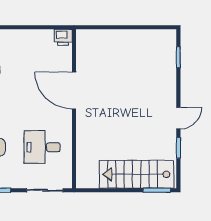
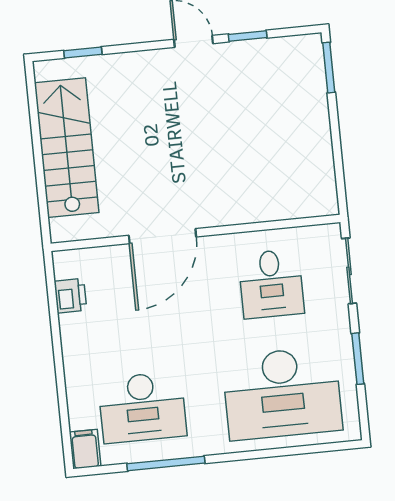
printer: (63, 37) -> (70, 296), moved
stairs: (137, 174) -> (67, 148), moved, turned 180

